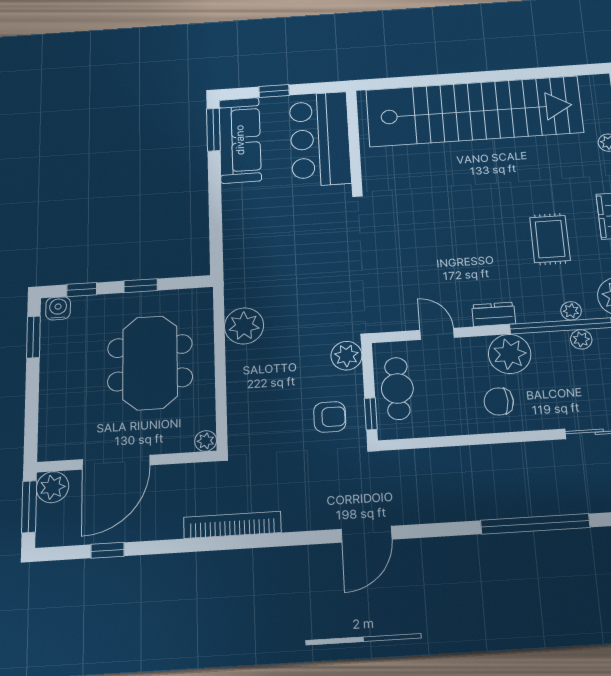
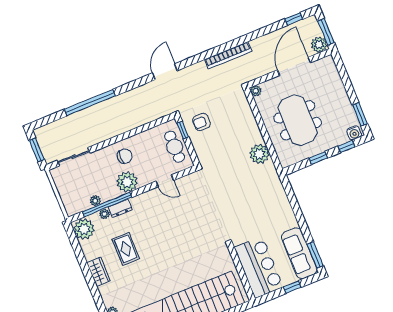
dresser: (494, 314) -> (120, 208), moved
plant: (346, 356) -> (204, 155), removed
window: (108, 550) -> (294, 19), moved

